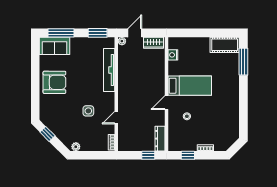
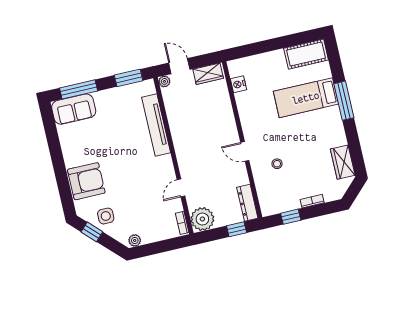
door: (135, 33) -> (179, 66), hinge flipped
window: (243, 62) -> (344, 101), moved
armchair: (54, 82) -> (86, 181), moved
bed: (190, 86) -> (306, 98), moved, turned 180
door: (166, 103) -> (245, 151), hinge flipped
side table: (88, 111) -> (106, 216), moved
wardrobe: (233, 126) -> (343, 162), added
plant: (126, 143) -> (202, 219), added

